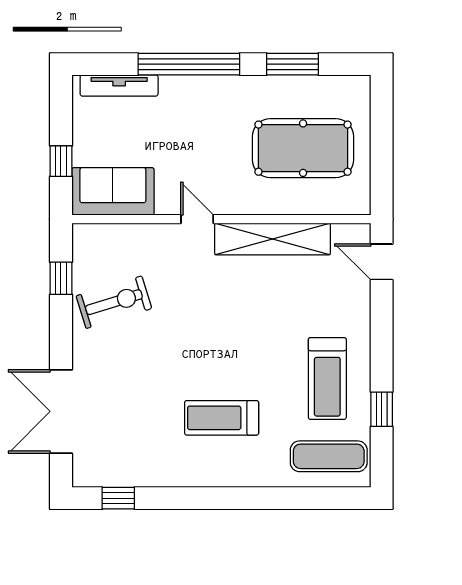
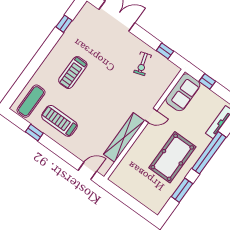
pool table: (303, 148) -> (172, 157), moved
exercise bike: (114, 302) -> (143, 64), width x0.73, depth x0.72
treadmill: (222, 418) -> (73, 73), turned 180
window: (118, 498) -> (64, 24), moved

